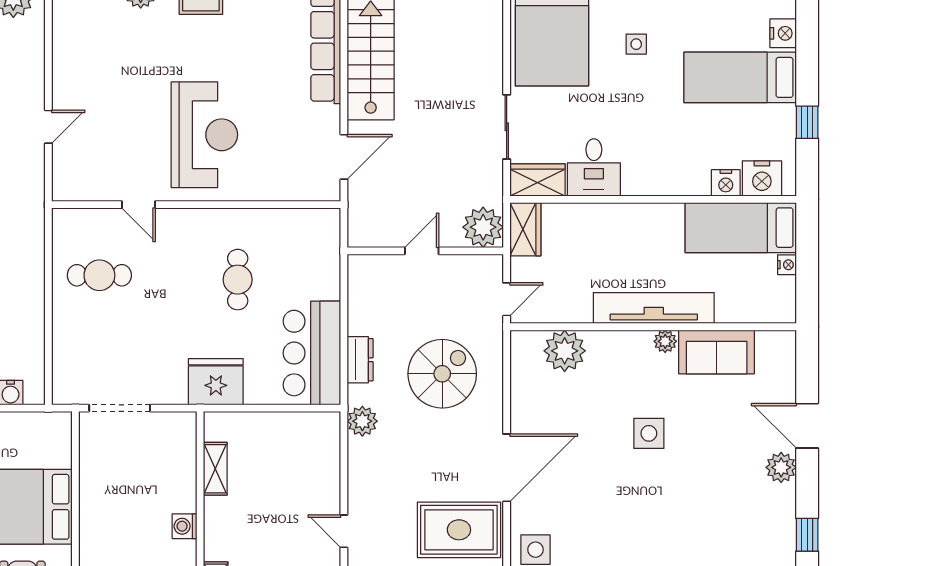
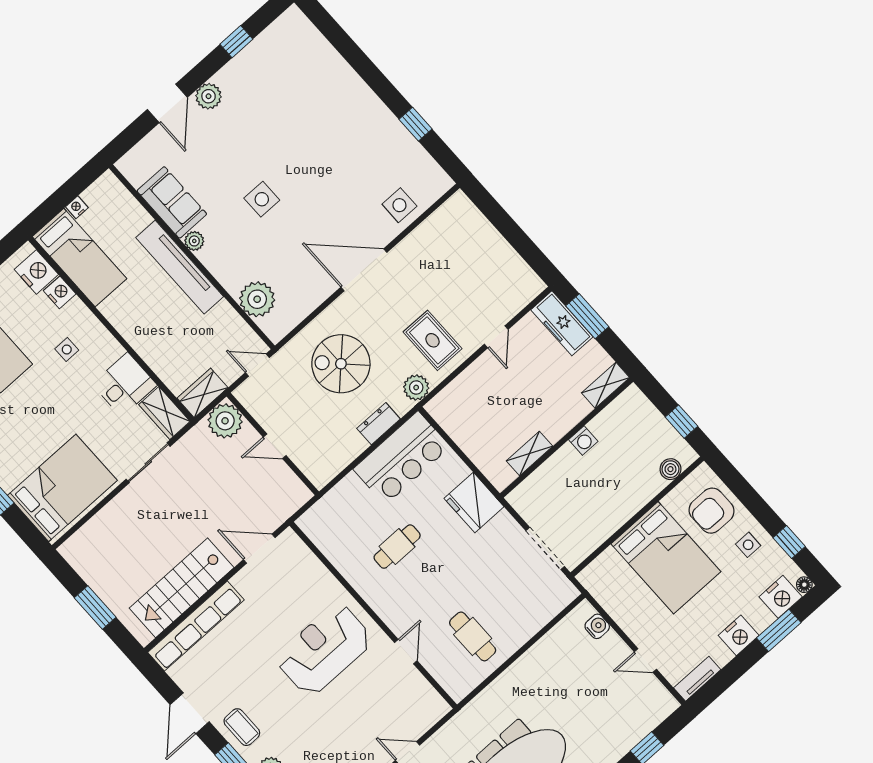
side table: (636, 44) -> (67, 349), moved
rug: (459, 530) -> (432, 340), moved, width x0.73, depth x0.70

